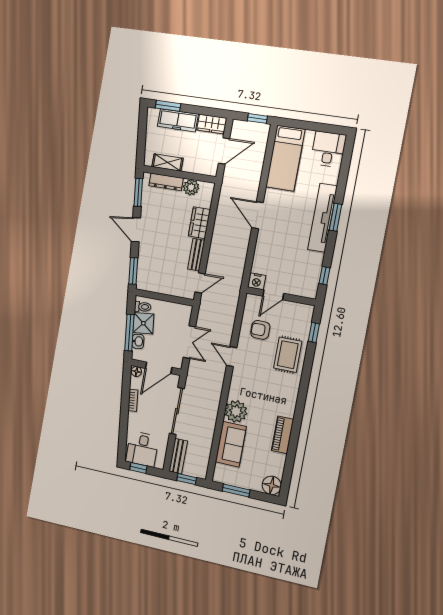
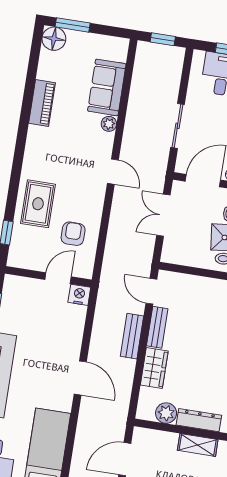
door: (200, 283) -> (151, 291), hinge flipped
armchair: (260, 330) -> (73, 234), turned -90
door: (232, 357) -> (113, 172), moved
sliding door: (177, 411) -> (178, 126), width x0.73
plant: (236, 411) -> (109, 124), width x0.53, depth x0.53
bench: (178, 456) -> (132, 336), moved
window: (236, 490) -> (73, 25), moved

